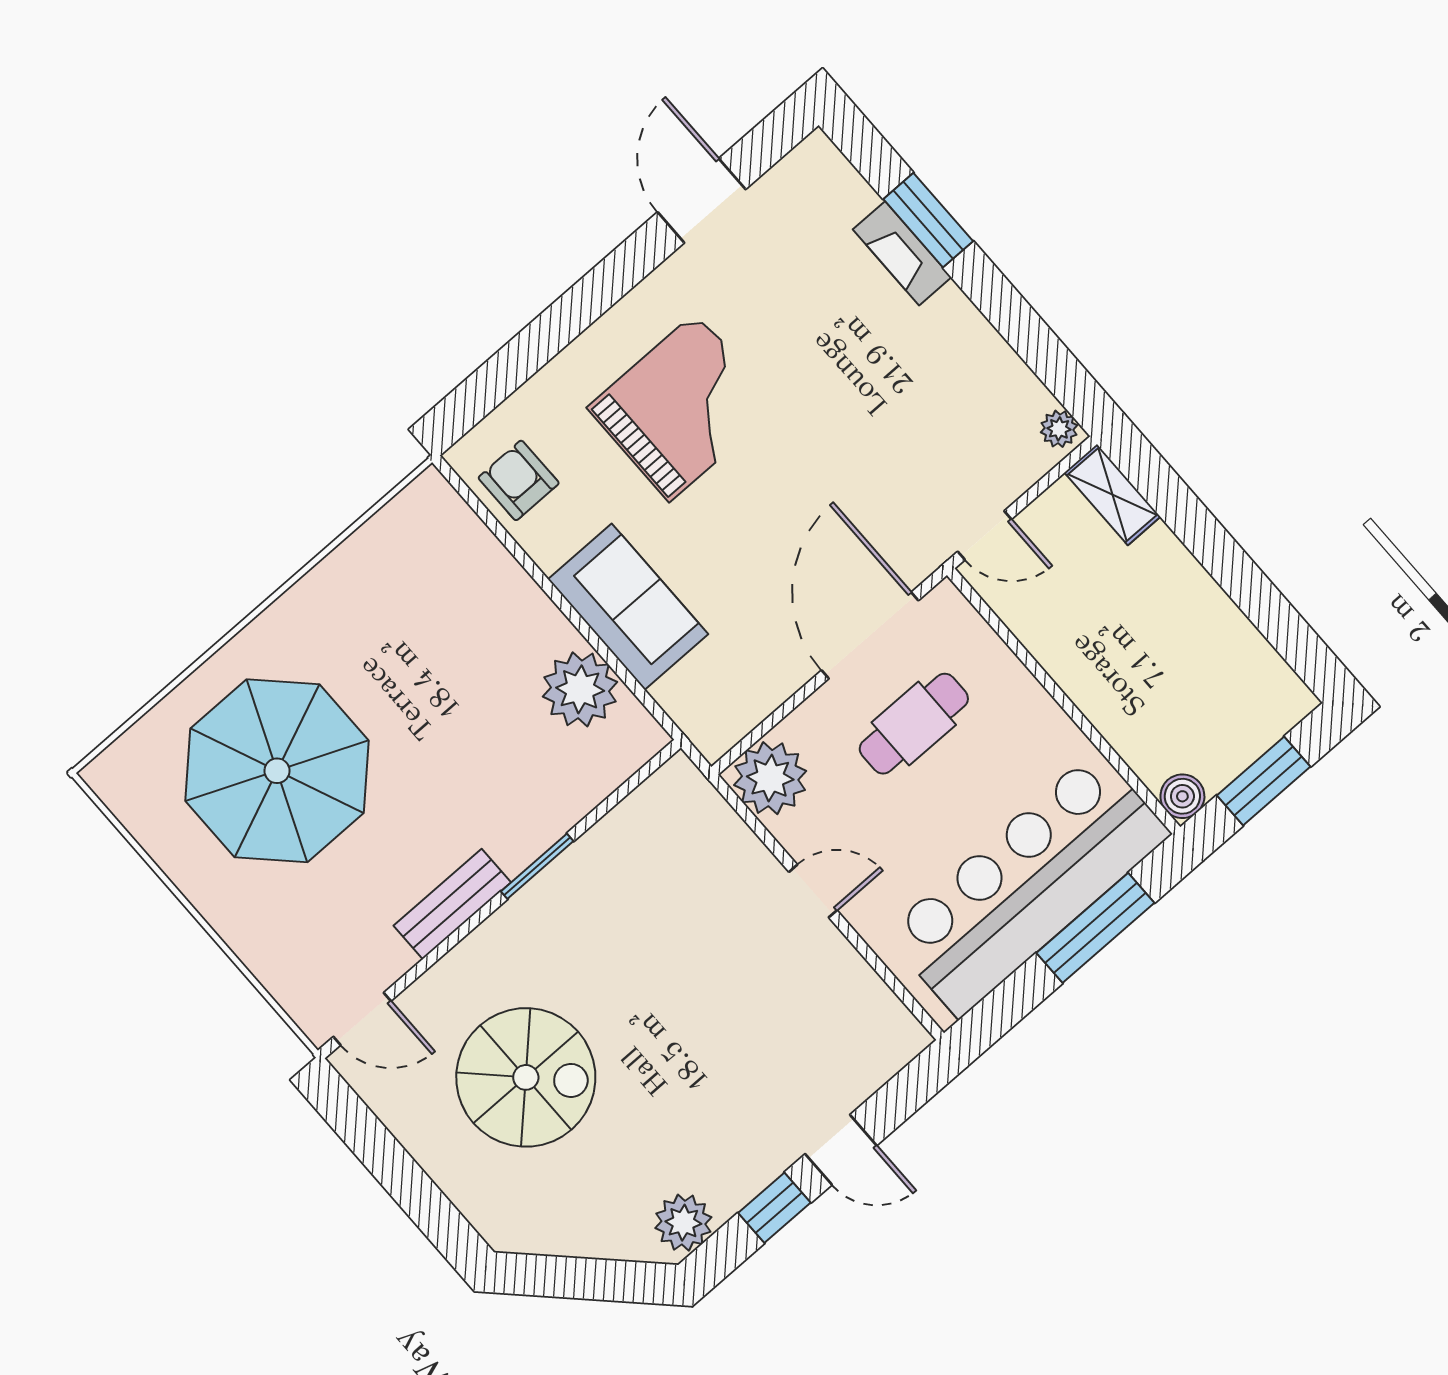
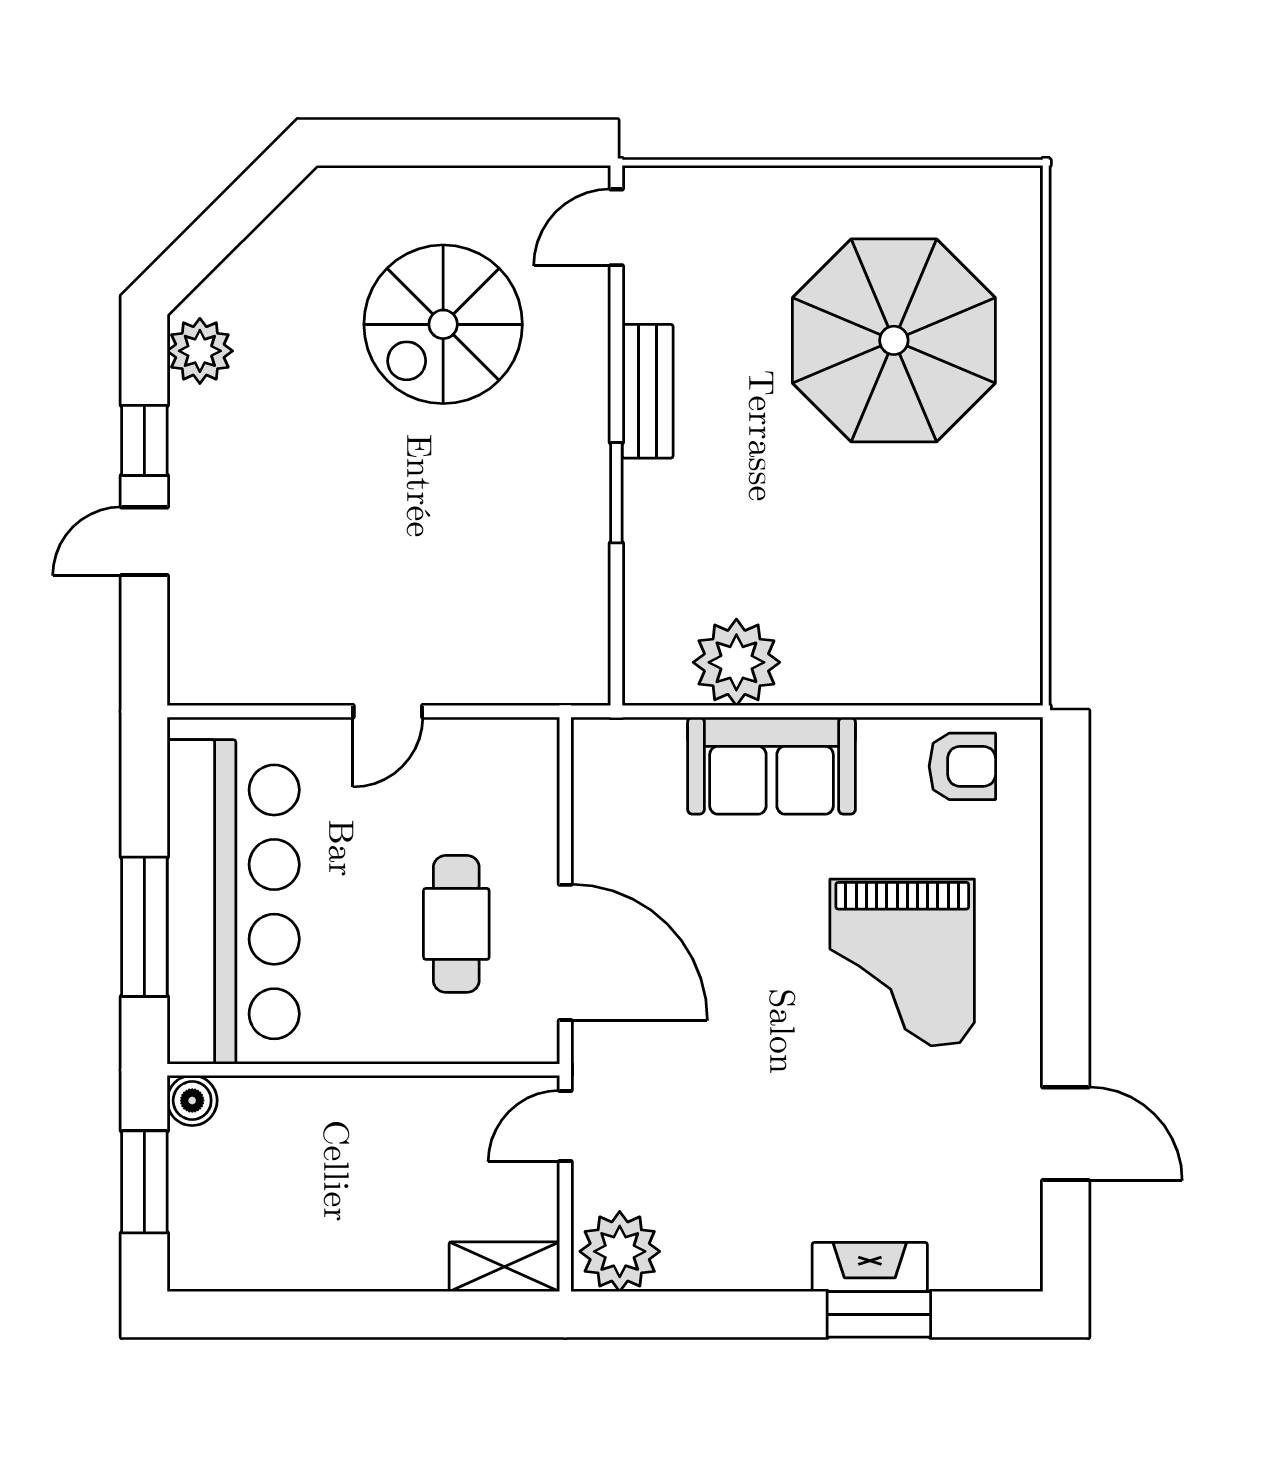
plant: (1059, 429) -> (620, 1251), width x1.87, depth x1.87
plant: (770, 778) -> (517, 759), removed

